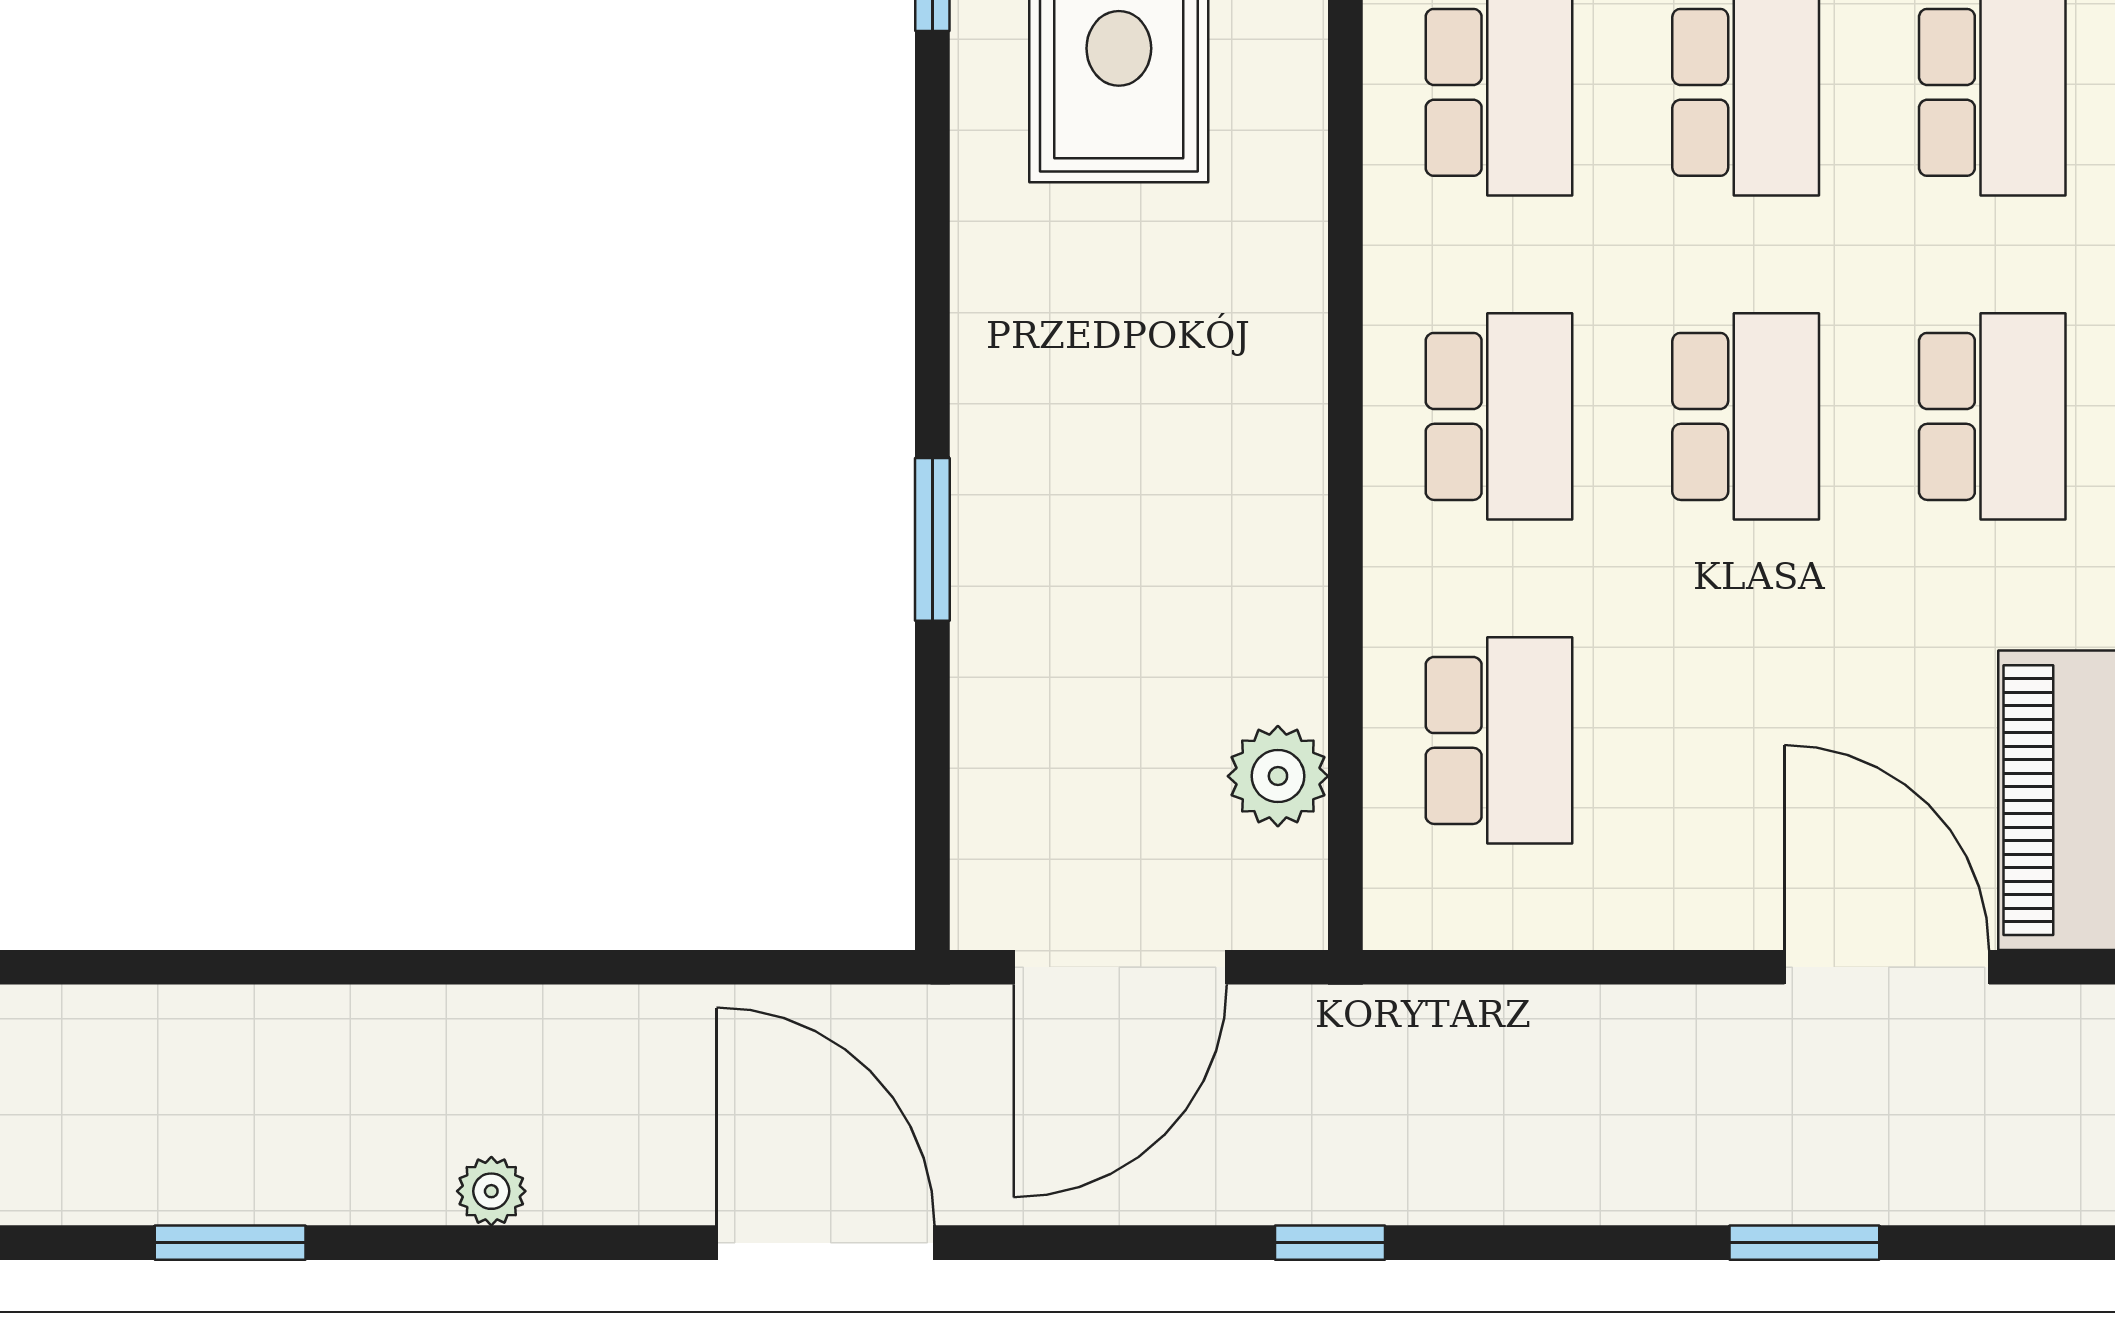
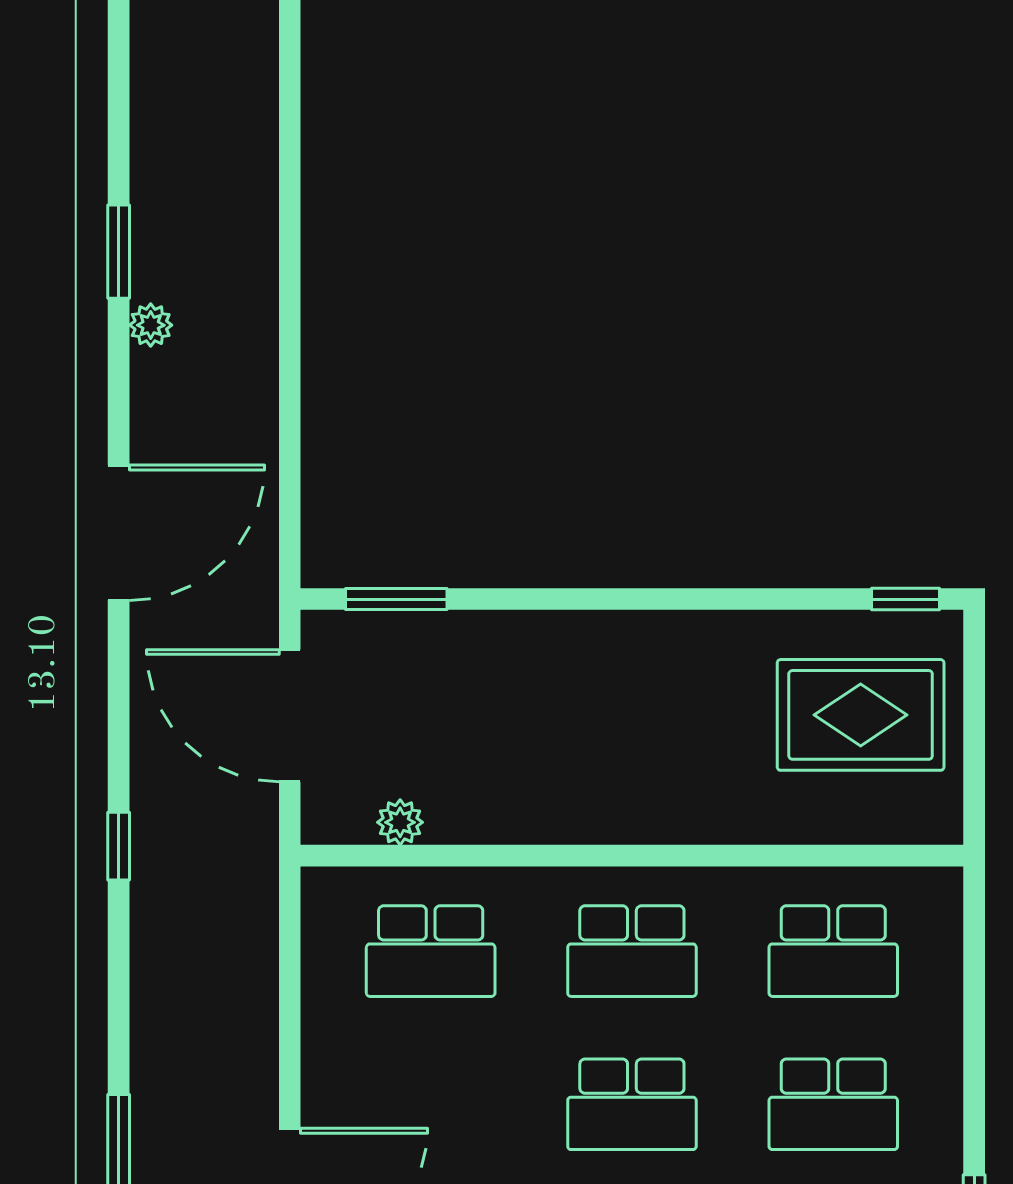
window: (932, 539) -> (396, 599), moved
plant: (1278, 776) -> (400, 822), width x0.73, depth x0.73
window: (230, 1243) -> (119, 252), moved

